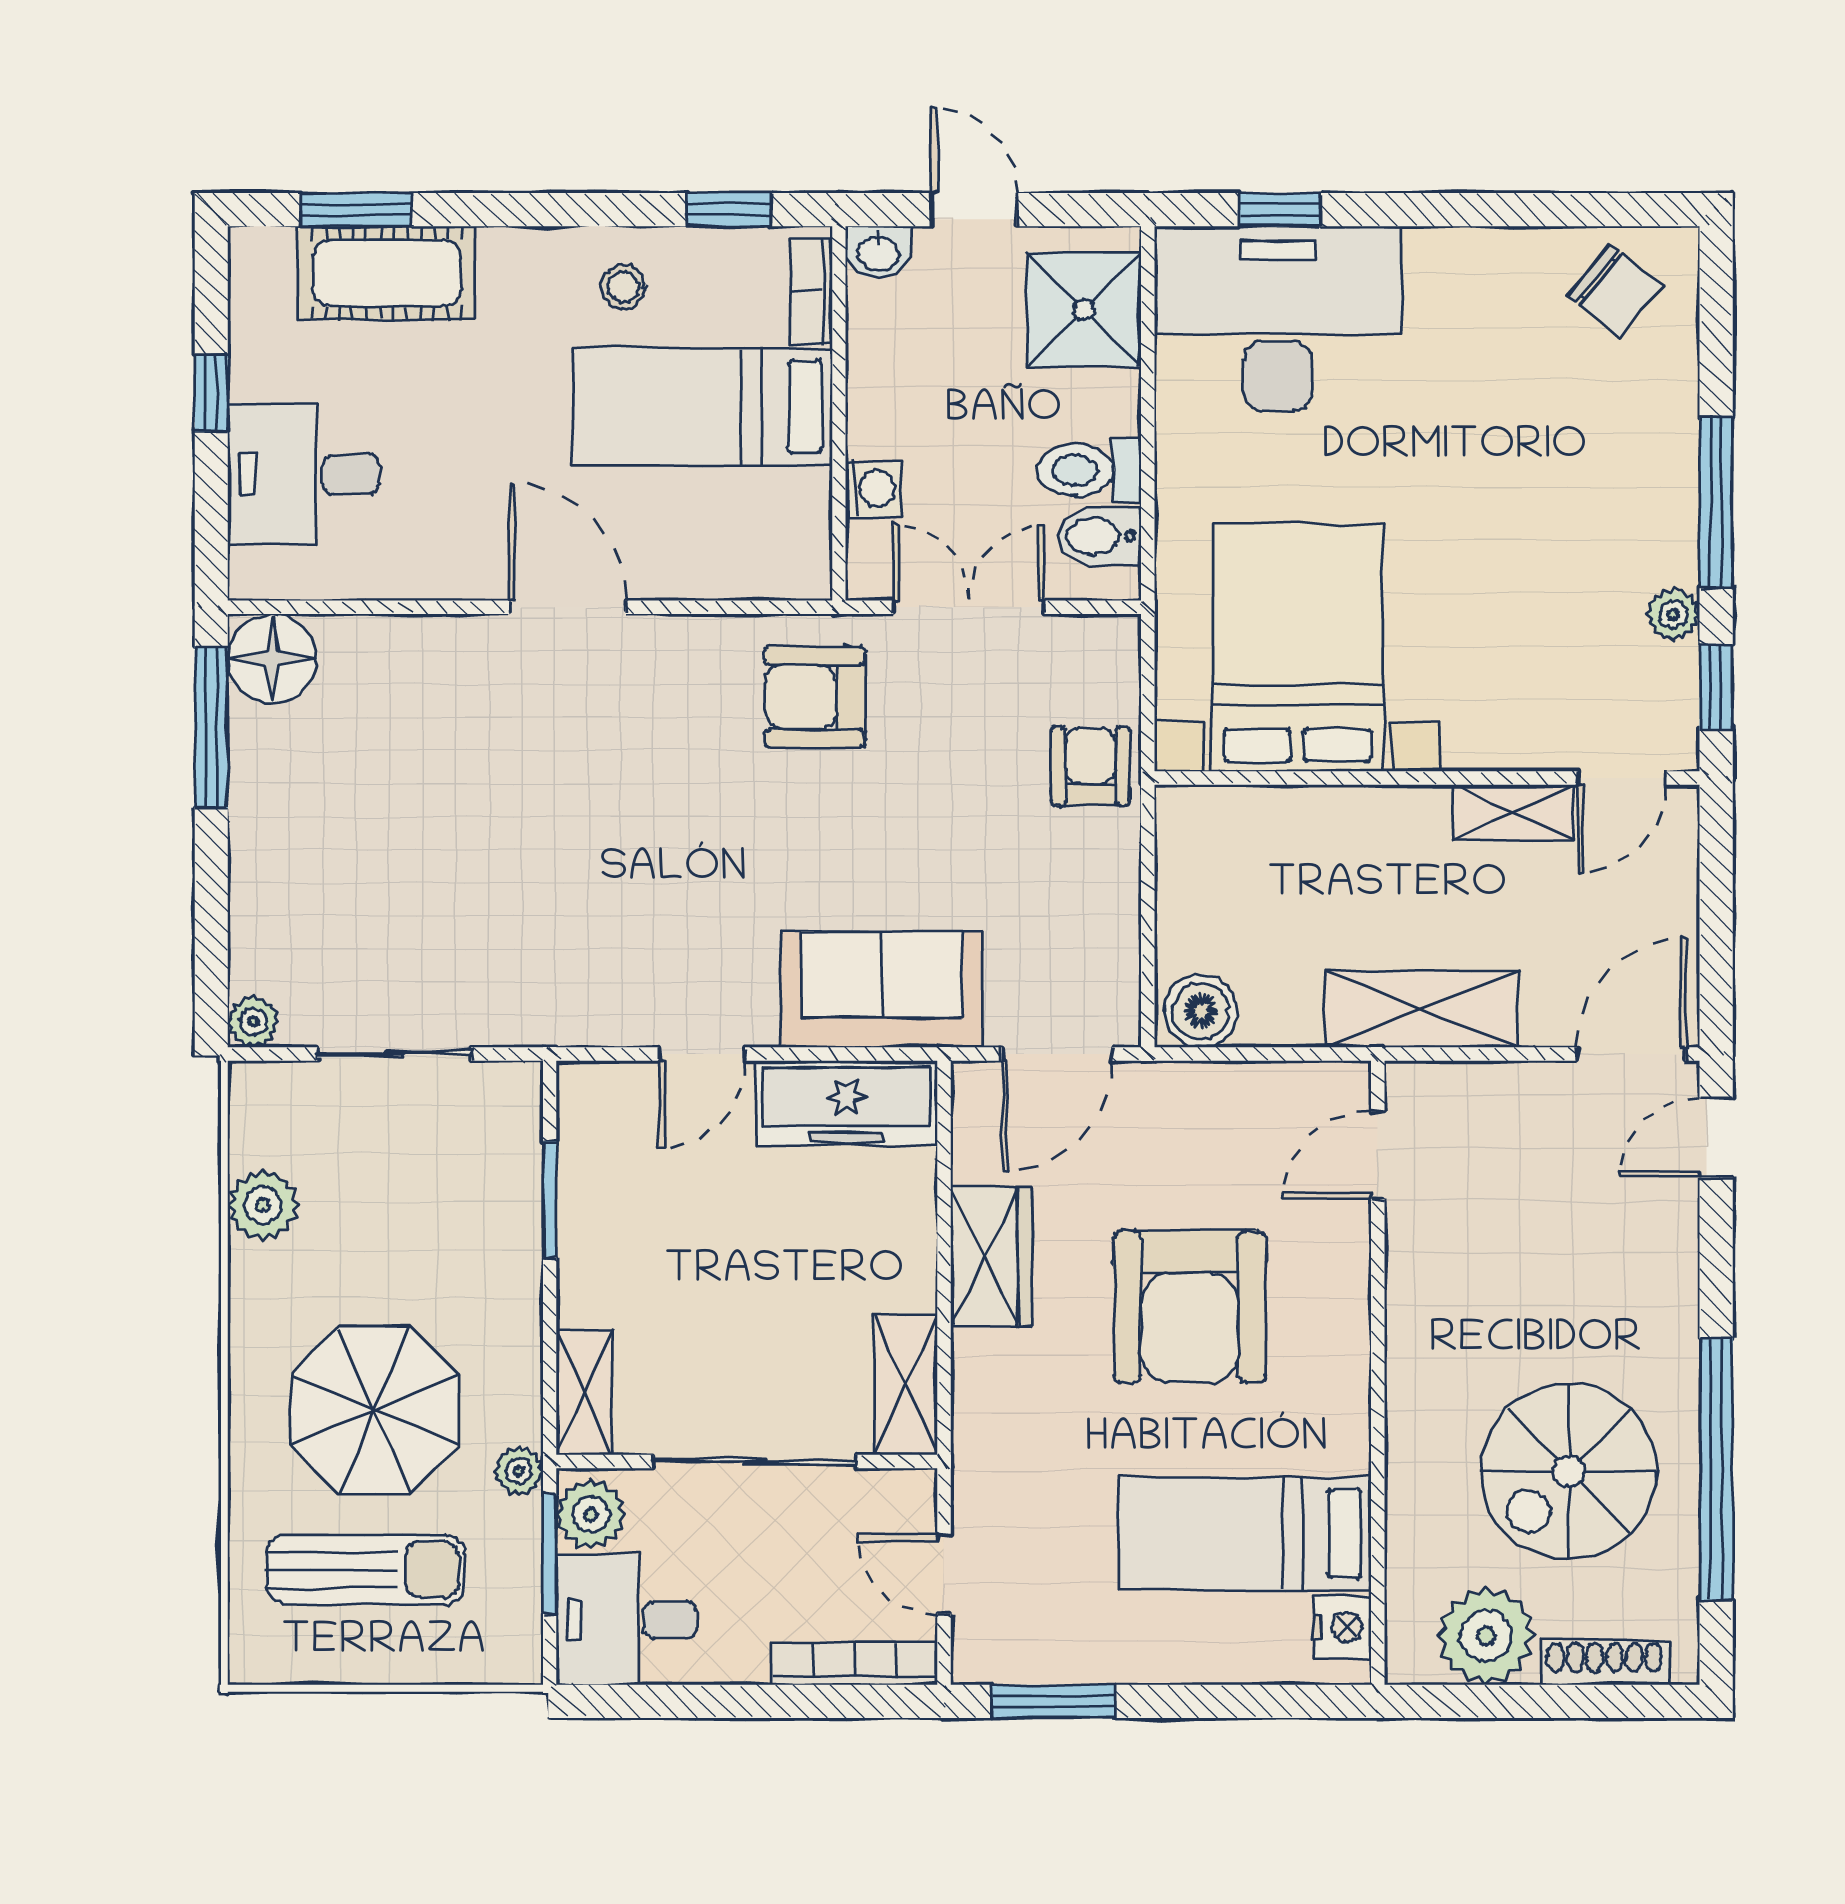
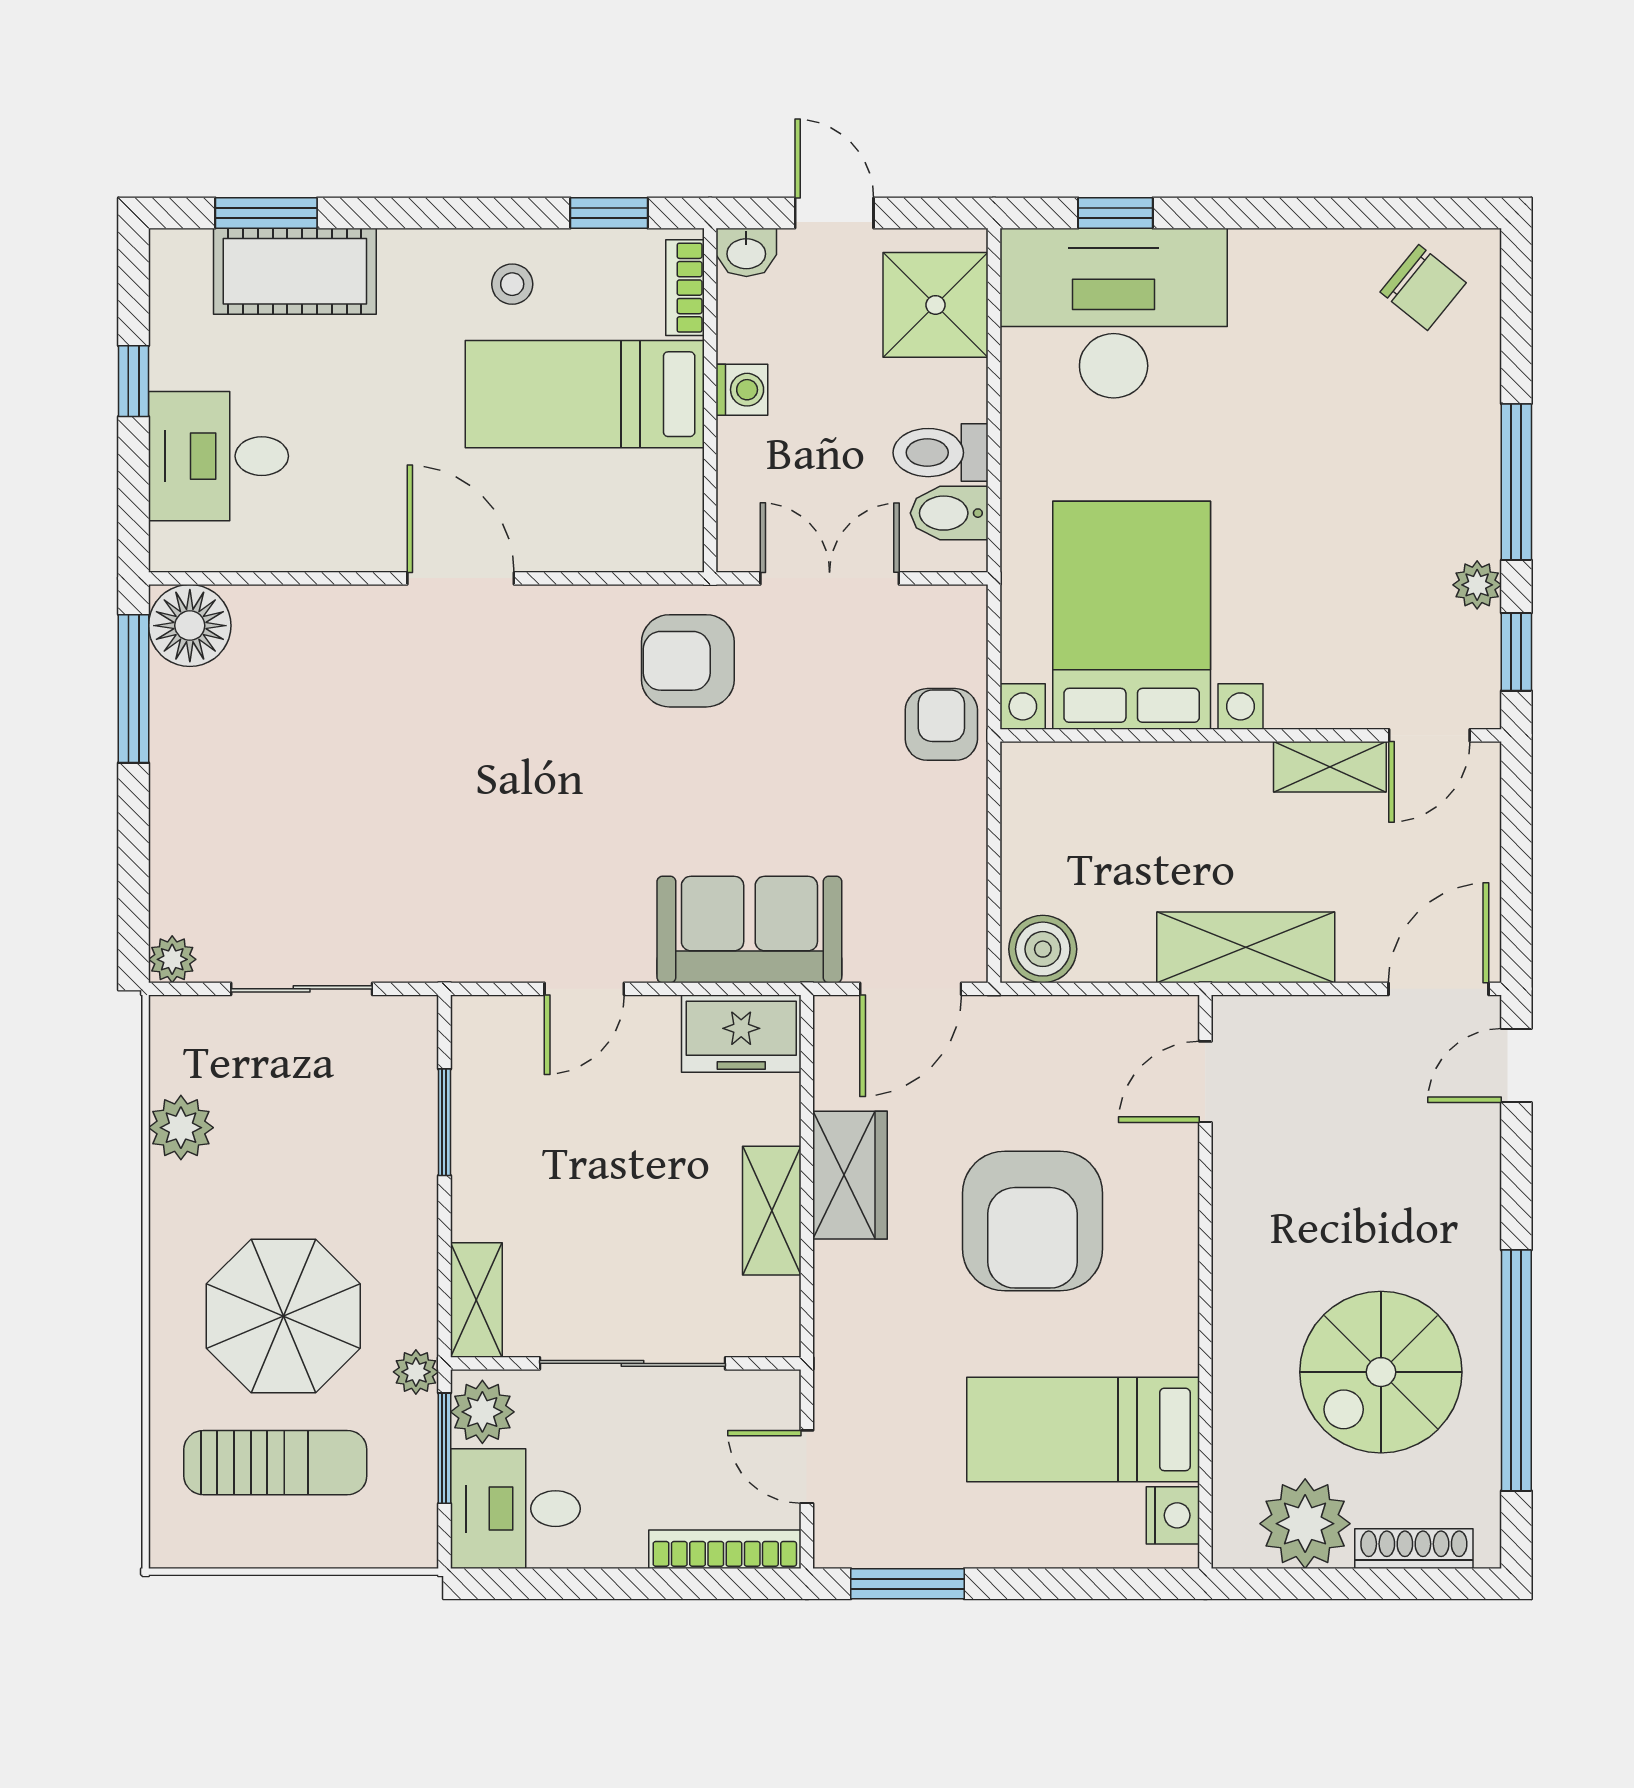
washing machine: (873, 489) -> (742, 390), moved
freezer: (847, 1103) -> (741, 1034), width x0.71
shelving: (906, 1385) -> (772, 1211), moved

